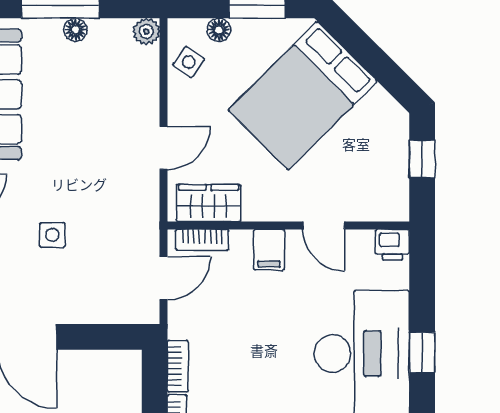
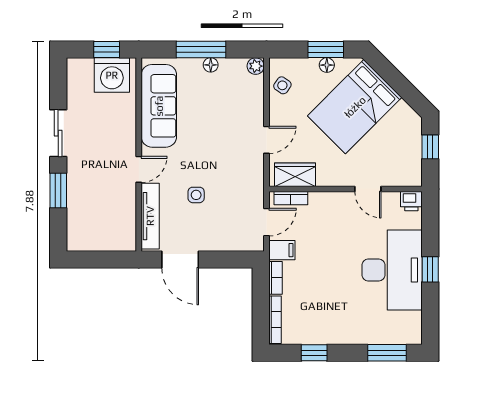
floor lamp: (219, 30) -> (327, 65), moved
filing cabinet: (269, 250) -> (282, 250), moved, turned -90

